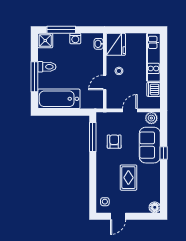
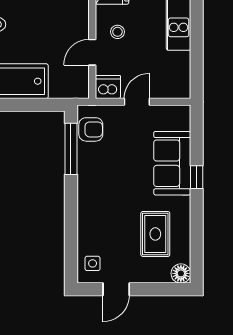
dishwasher: (154, 89) -> (108, 87), moved, turned 90
plant: (151, 118) -> (175, 115), removed
armchair: (114, 142) -> (91, 129), moved, turned 90
rug: (128, 178) -> (155, 234), moved

